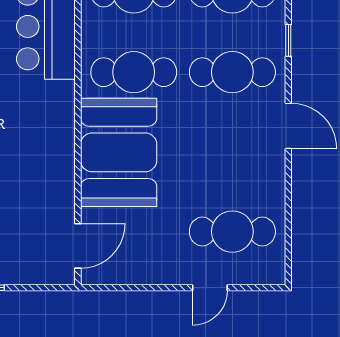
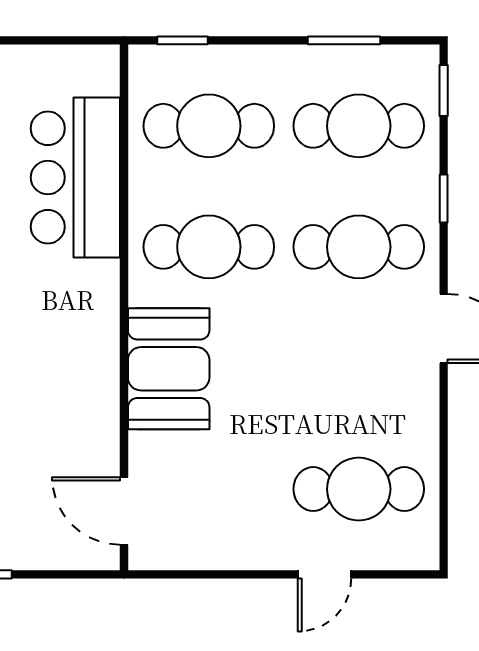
booth: (119, 152) -> (169, 369), width x0.73, depth x0.70
door: (78, 246) -> (124, 511), swing flipped

